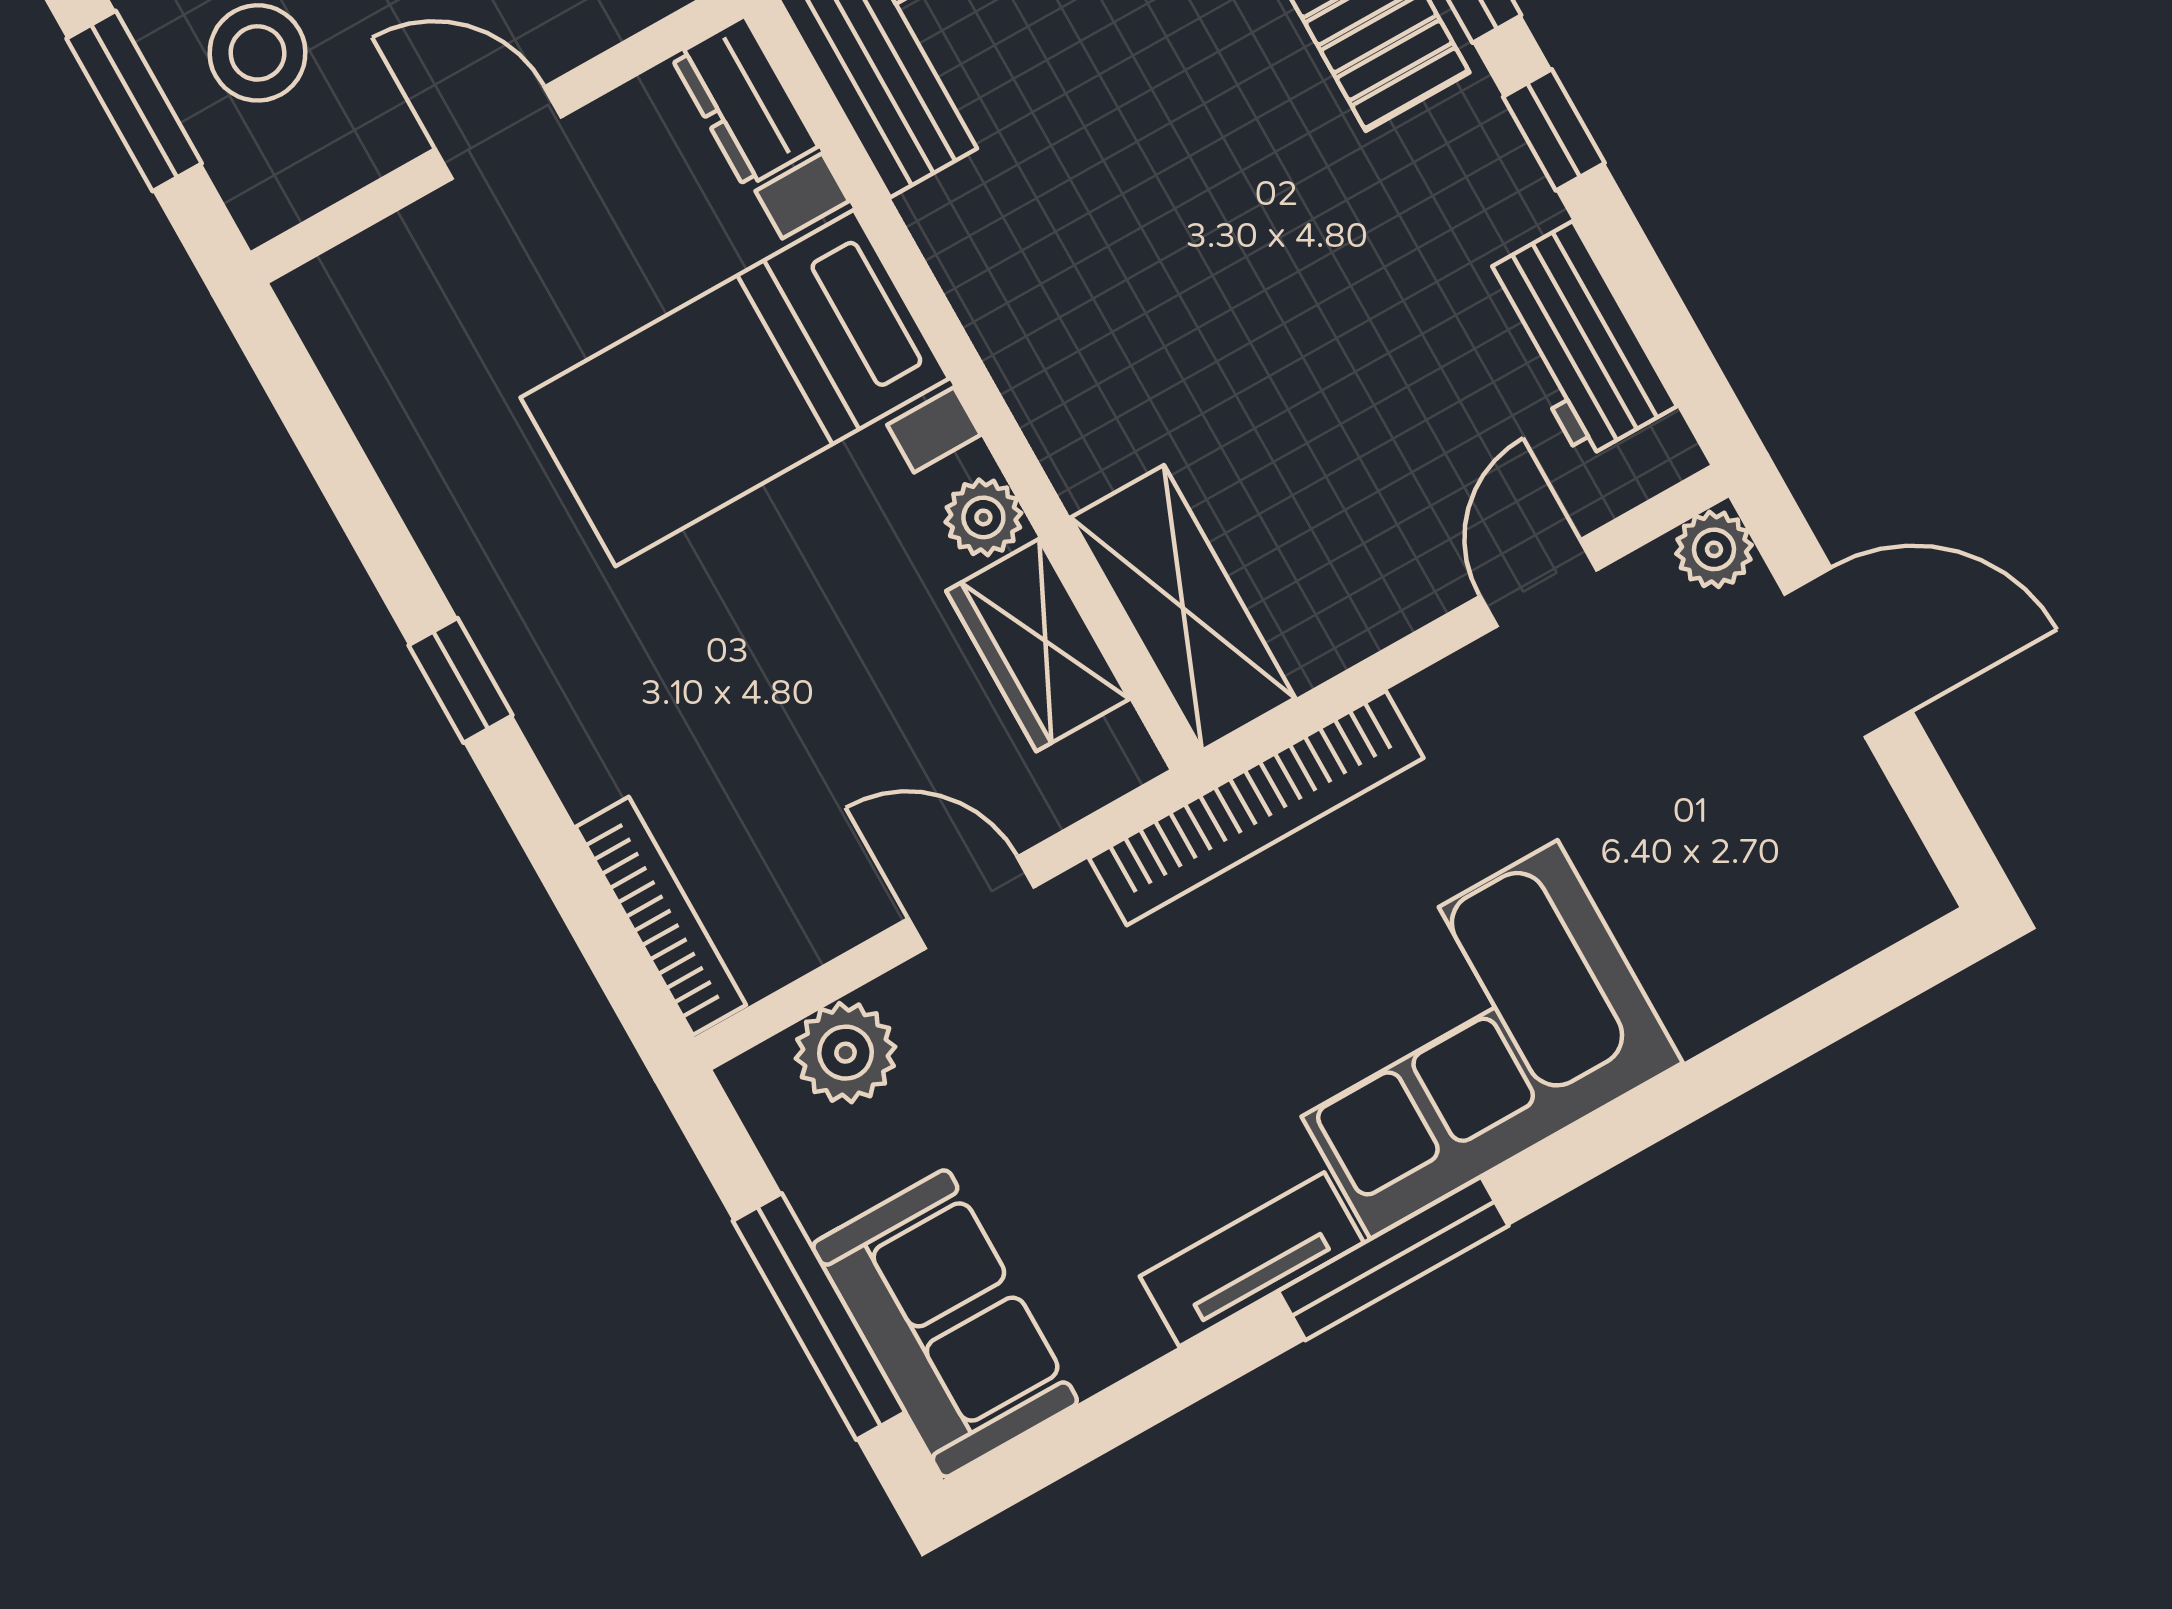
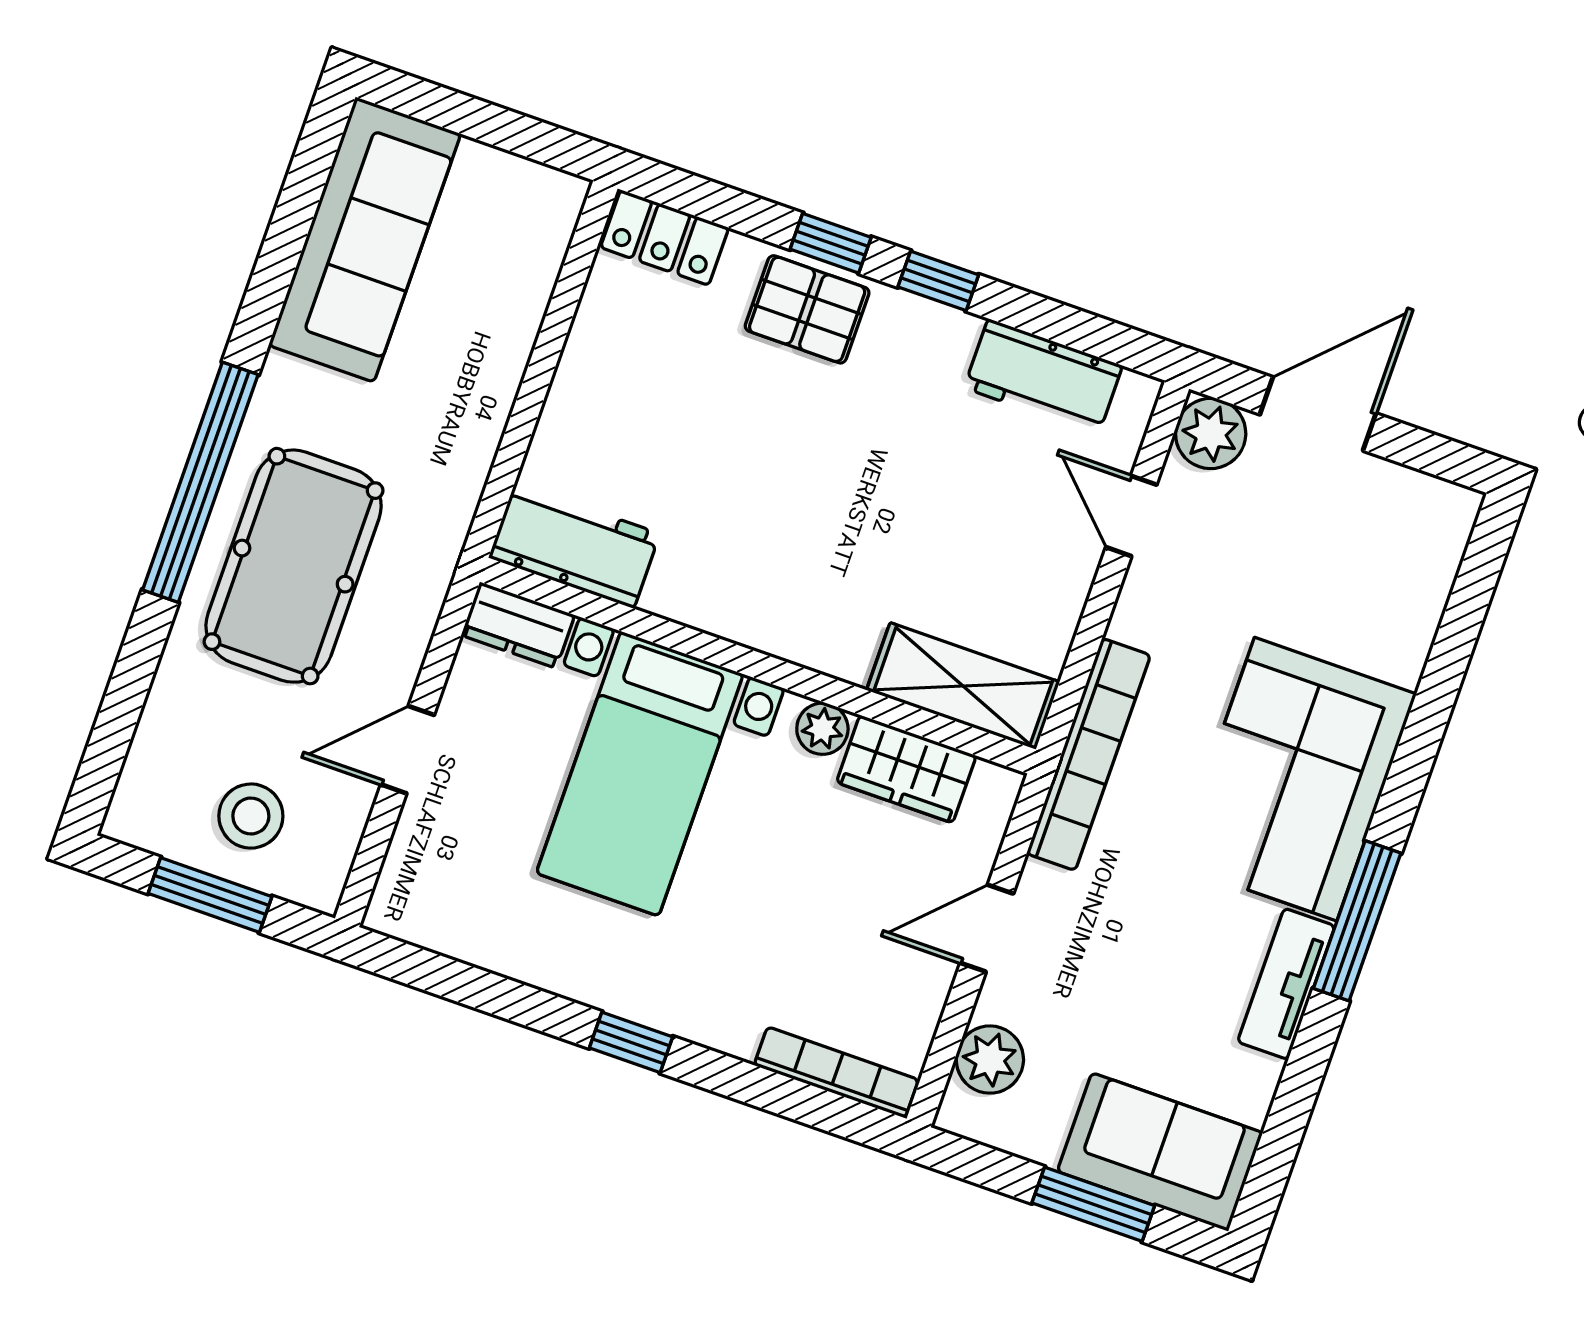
plant: (1714, 549) -> (1211, 434), width x1.38, depth x1.38
window: (819, 1317) -> (1093, 1204), width x0.69

